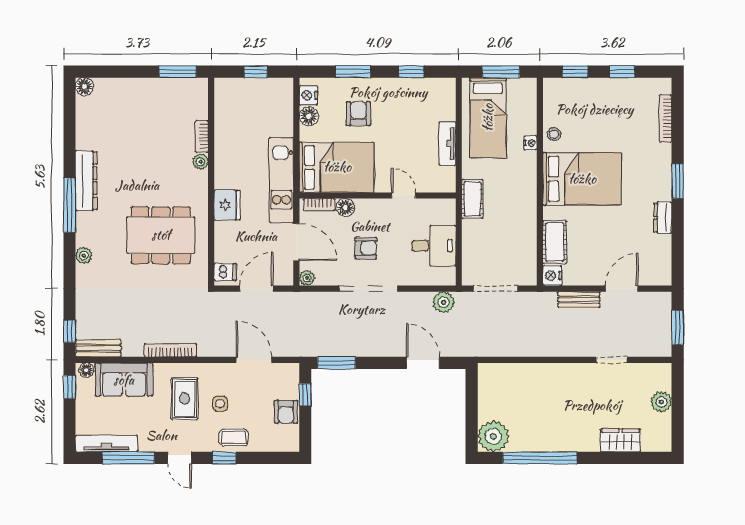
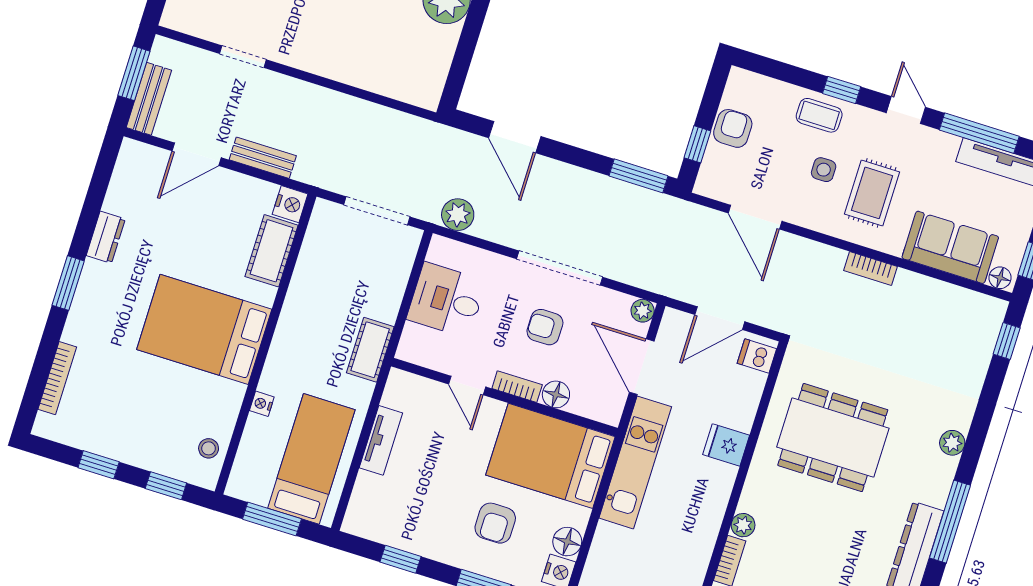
stool: (554, 134) -> (209, 448), moved
fridge: (227, 205) -> (726, 445), width x0.72
bookcase: (319, 205) -> (517, 387), moved
bench: (98, 348) -> (149, 99), moved, turned 90
bookcase: (170, 350) -> (871, 268), width x0.64

